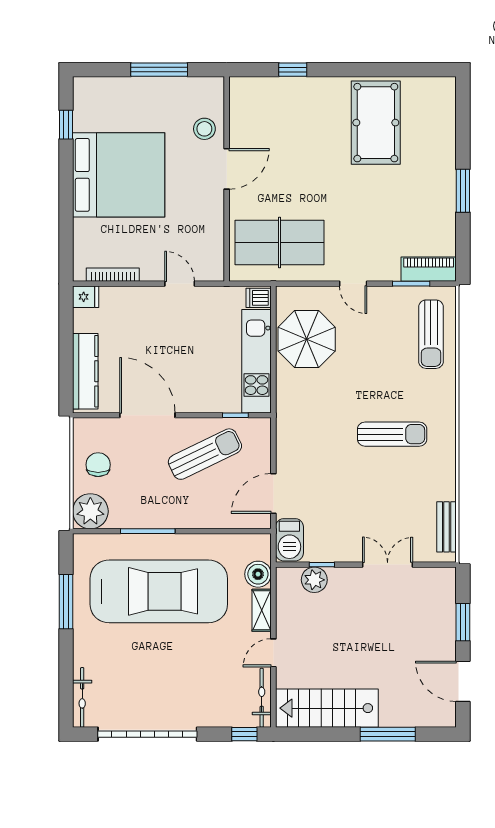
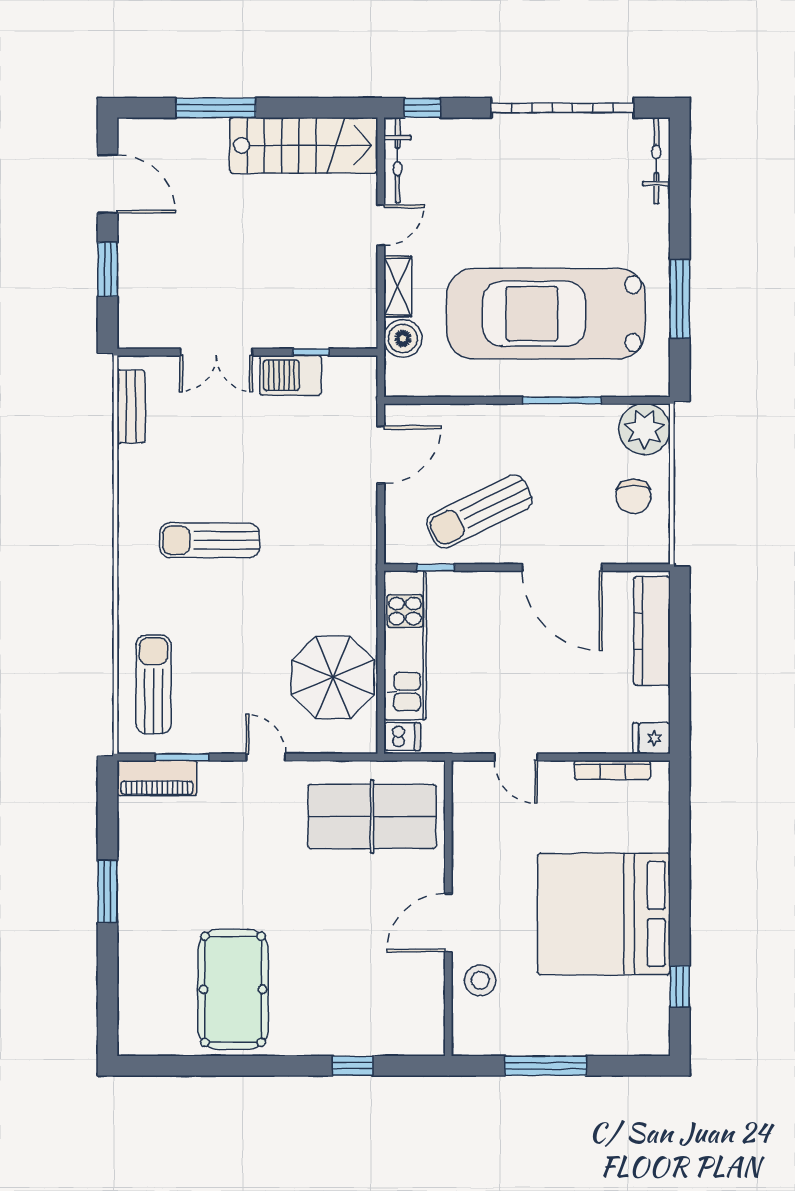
barbecue: (289, 540) -> (291, 375), moved, turned -90
plant: (314, 580) -> (322, 330), removed

